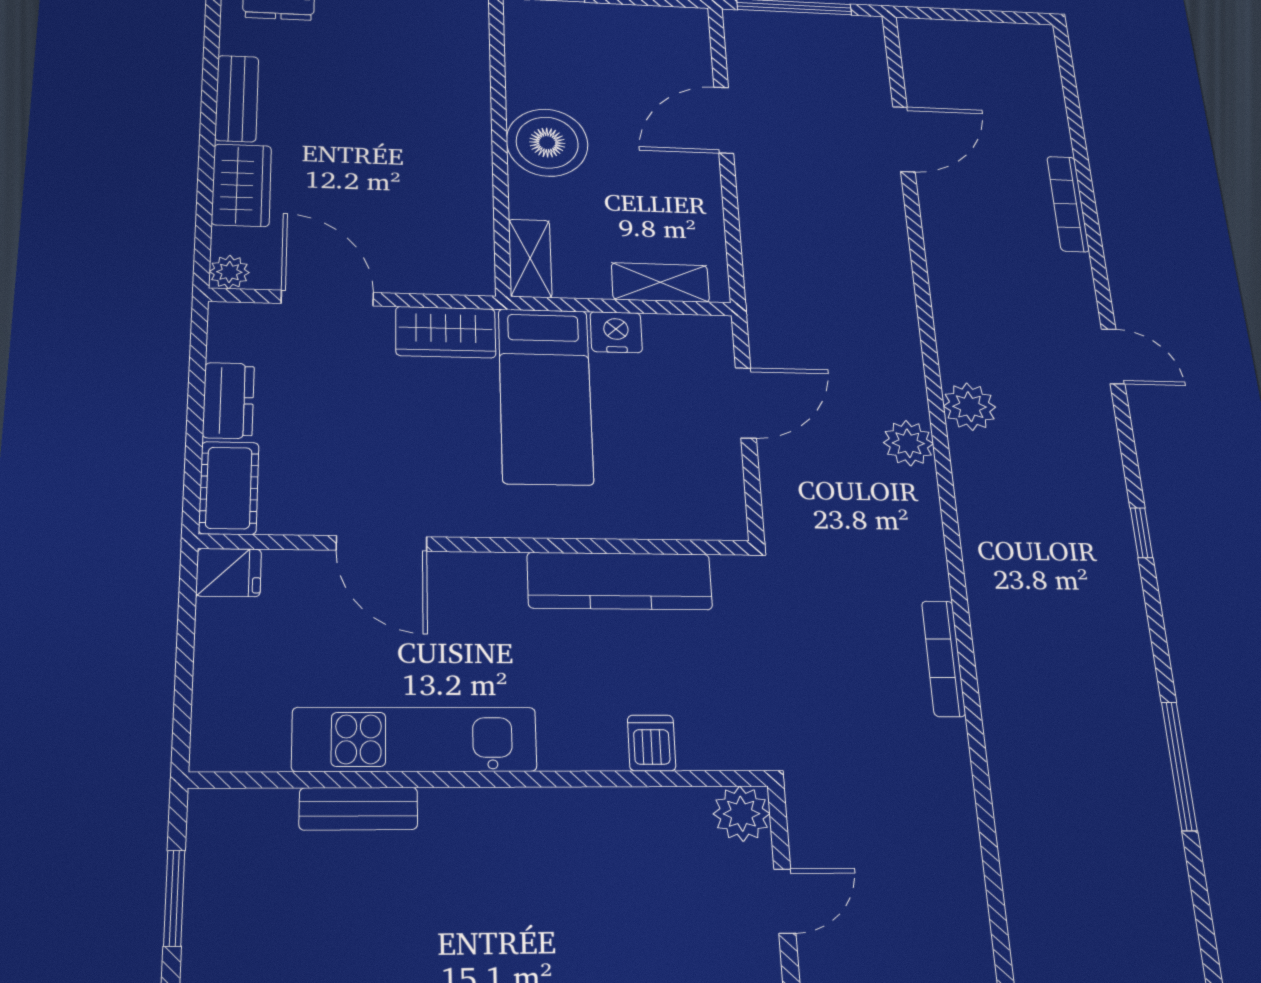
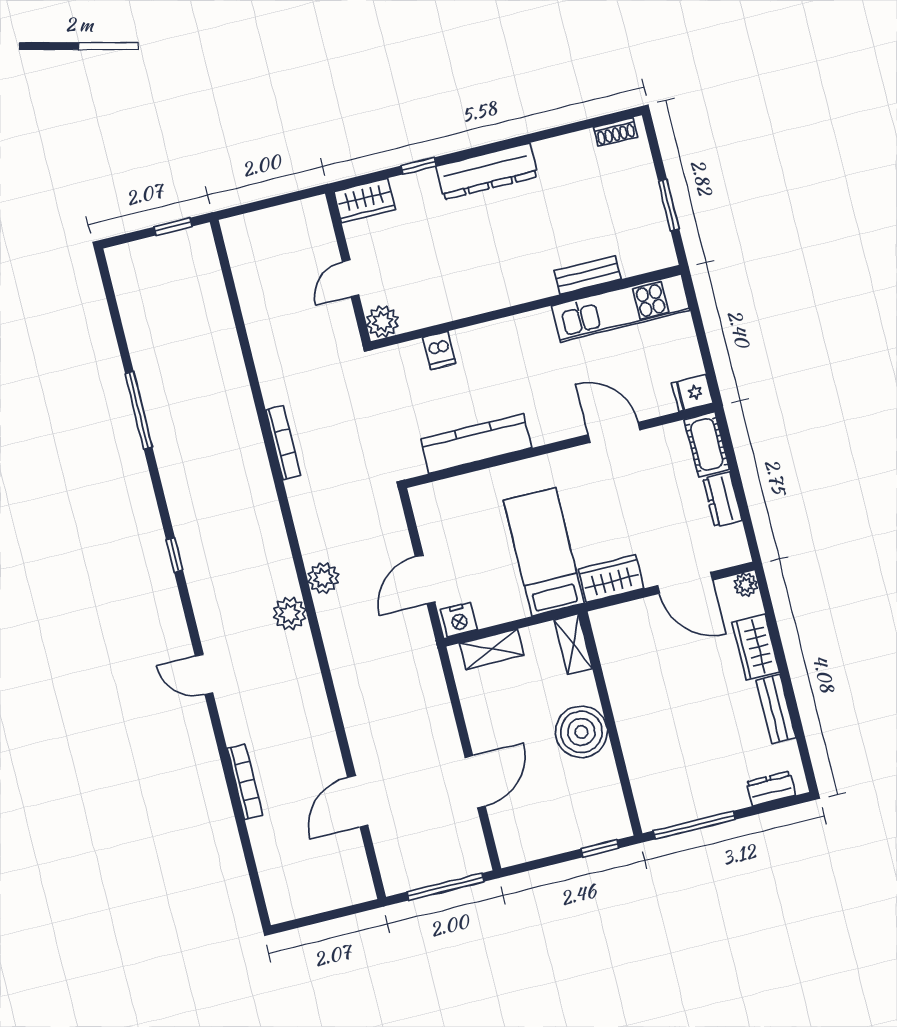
nightstand: (616, 332) -> (459, 620), moved
kitchen unit: (415, 739) -> (621, 308), moved

